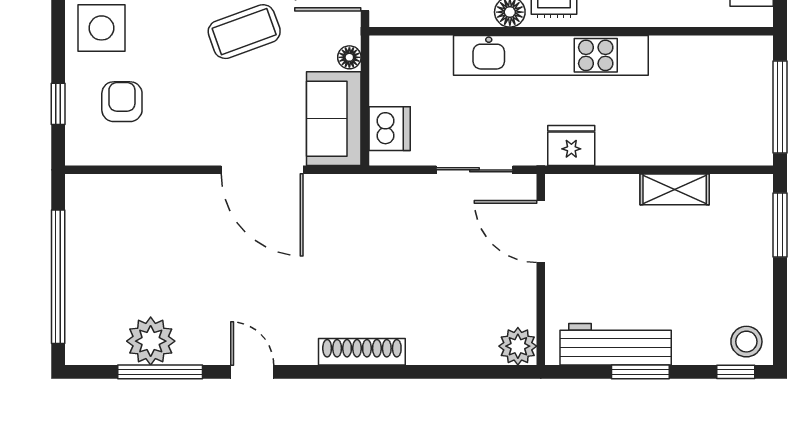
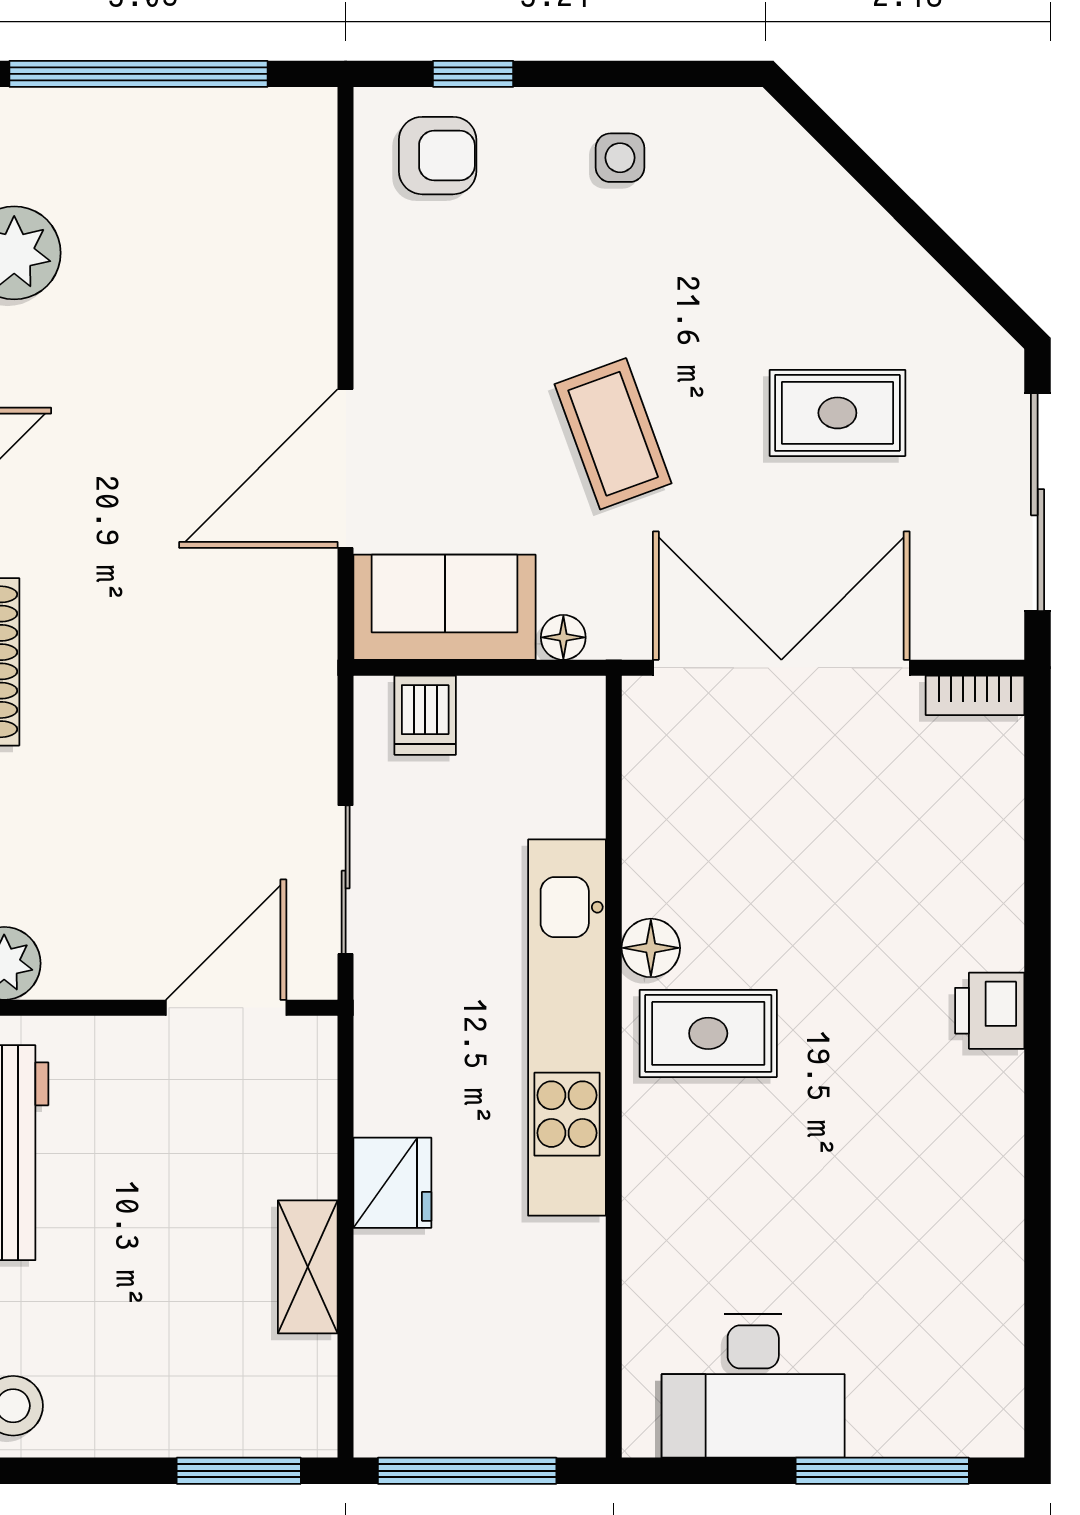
side table: (101, 28) -> (620, 158), width x0.54, depth x0.54
armchair: (122, 102) -> (438, 156), moved
dishwasher: (390, 129) -> (425, 715), width x0.73
fridge: (571, 146) -> (392, 1183), moved

